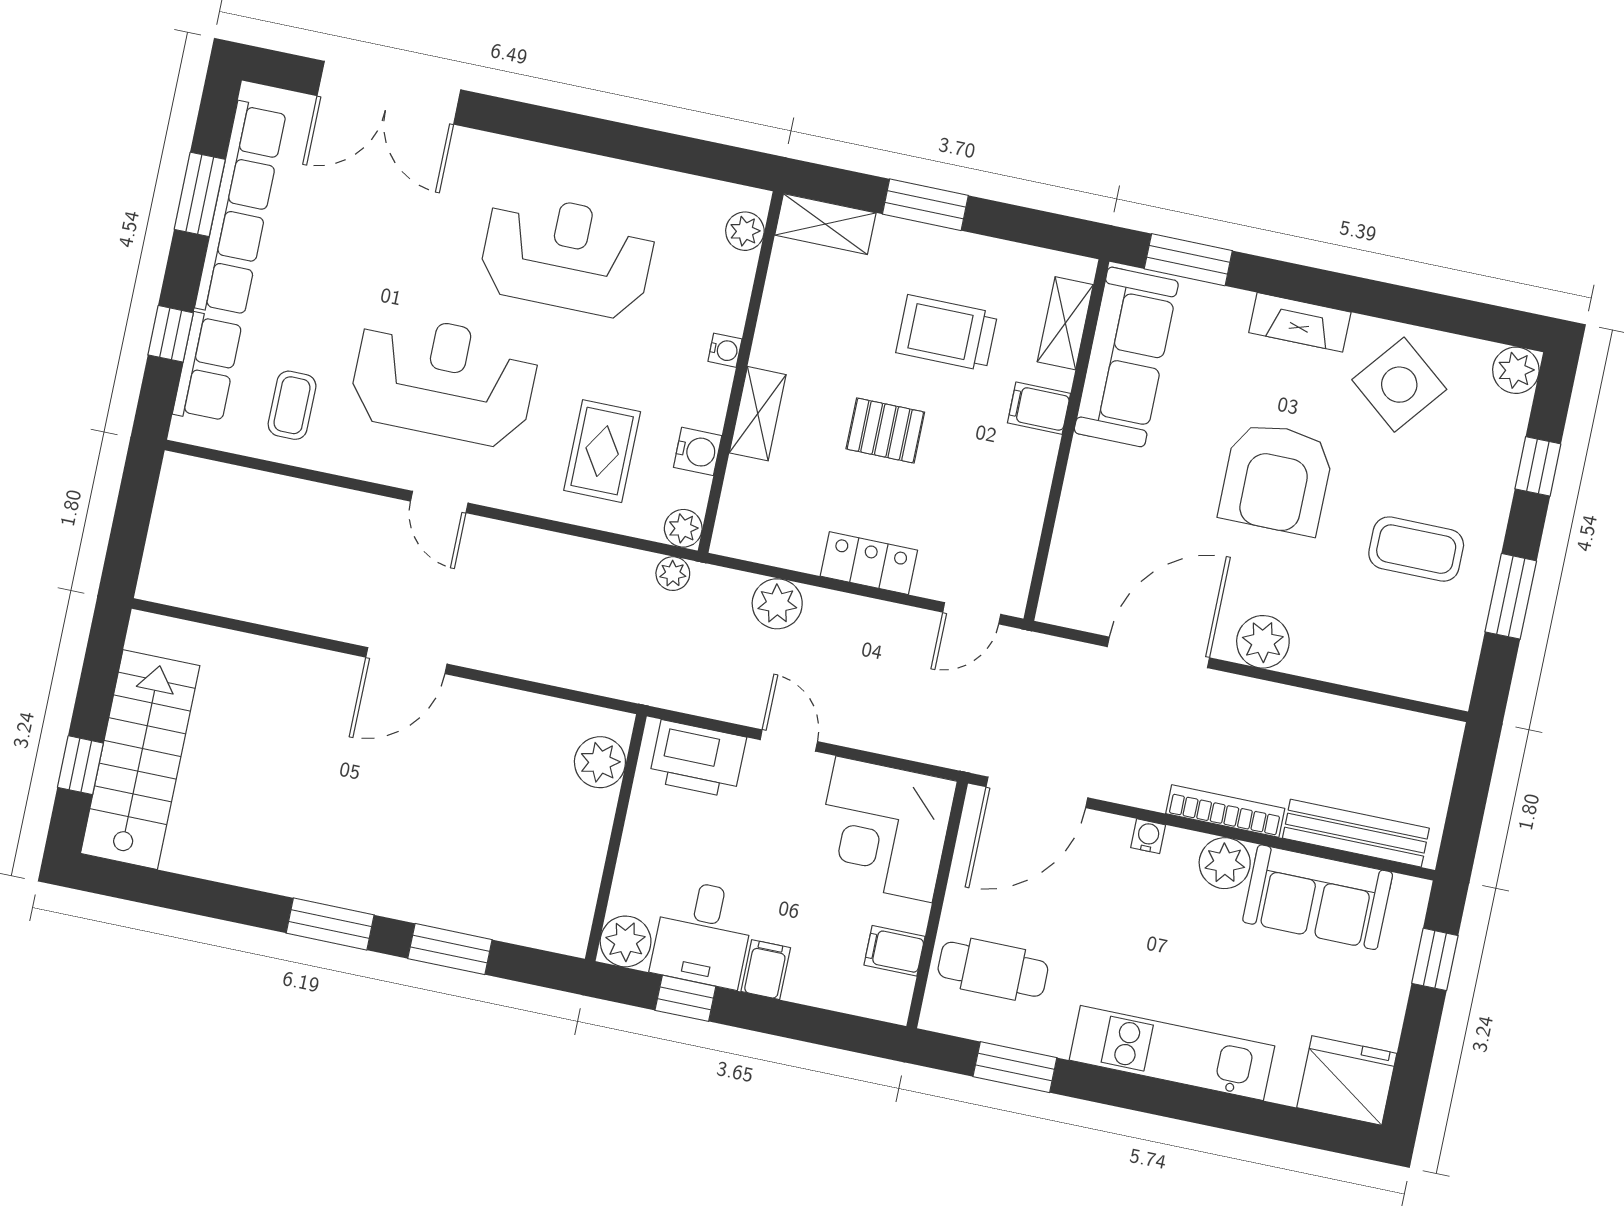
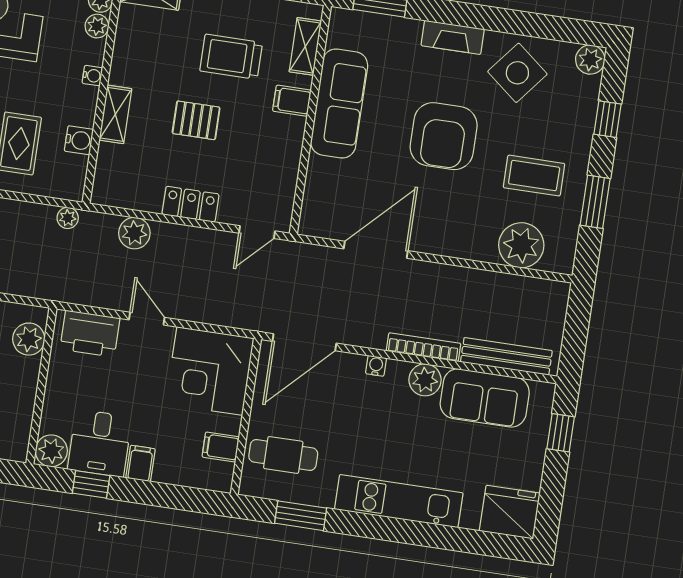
sofa: (1126, 357) -> (339, 103), moved
plant: (683, 528) -> (97, 26), moved
plant: (1263, 642) -> (521, 245), moved, width x1.36, depth x1.36

